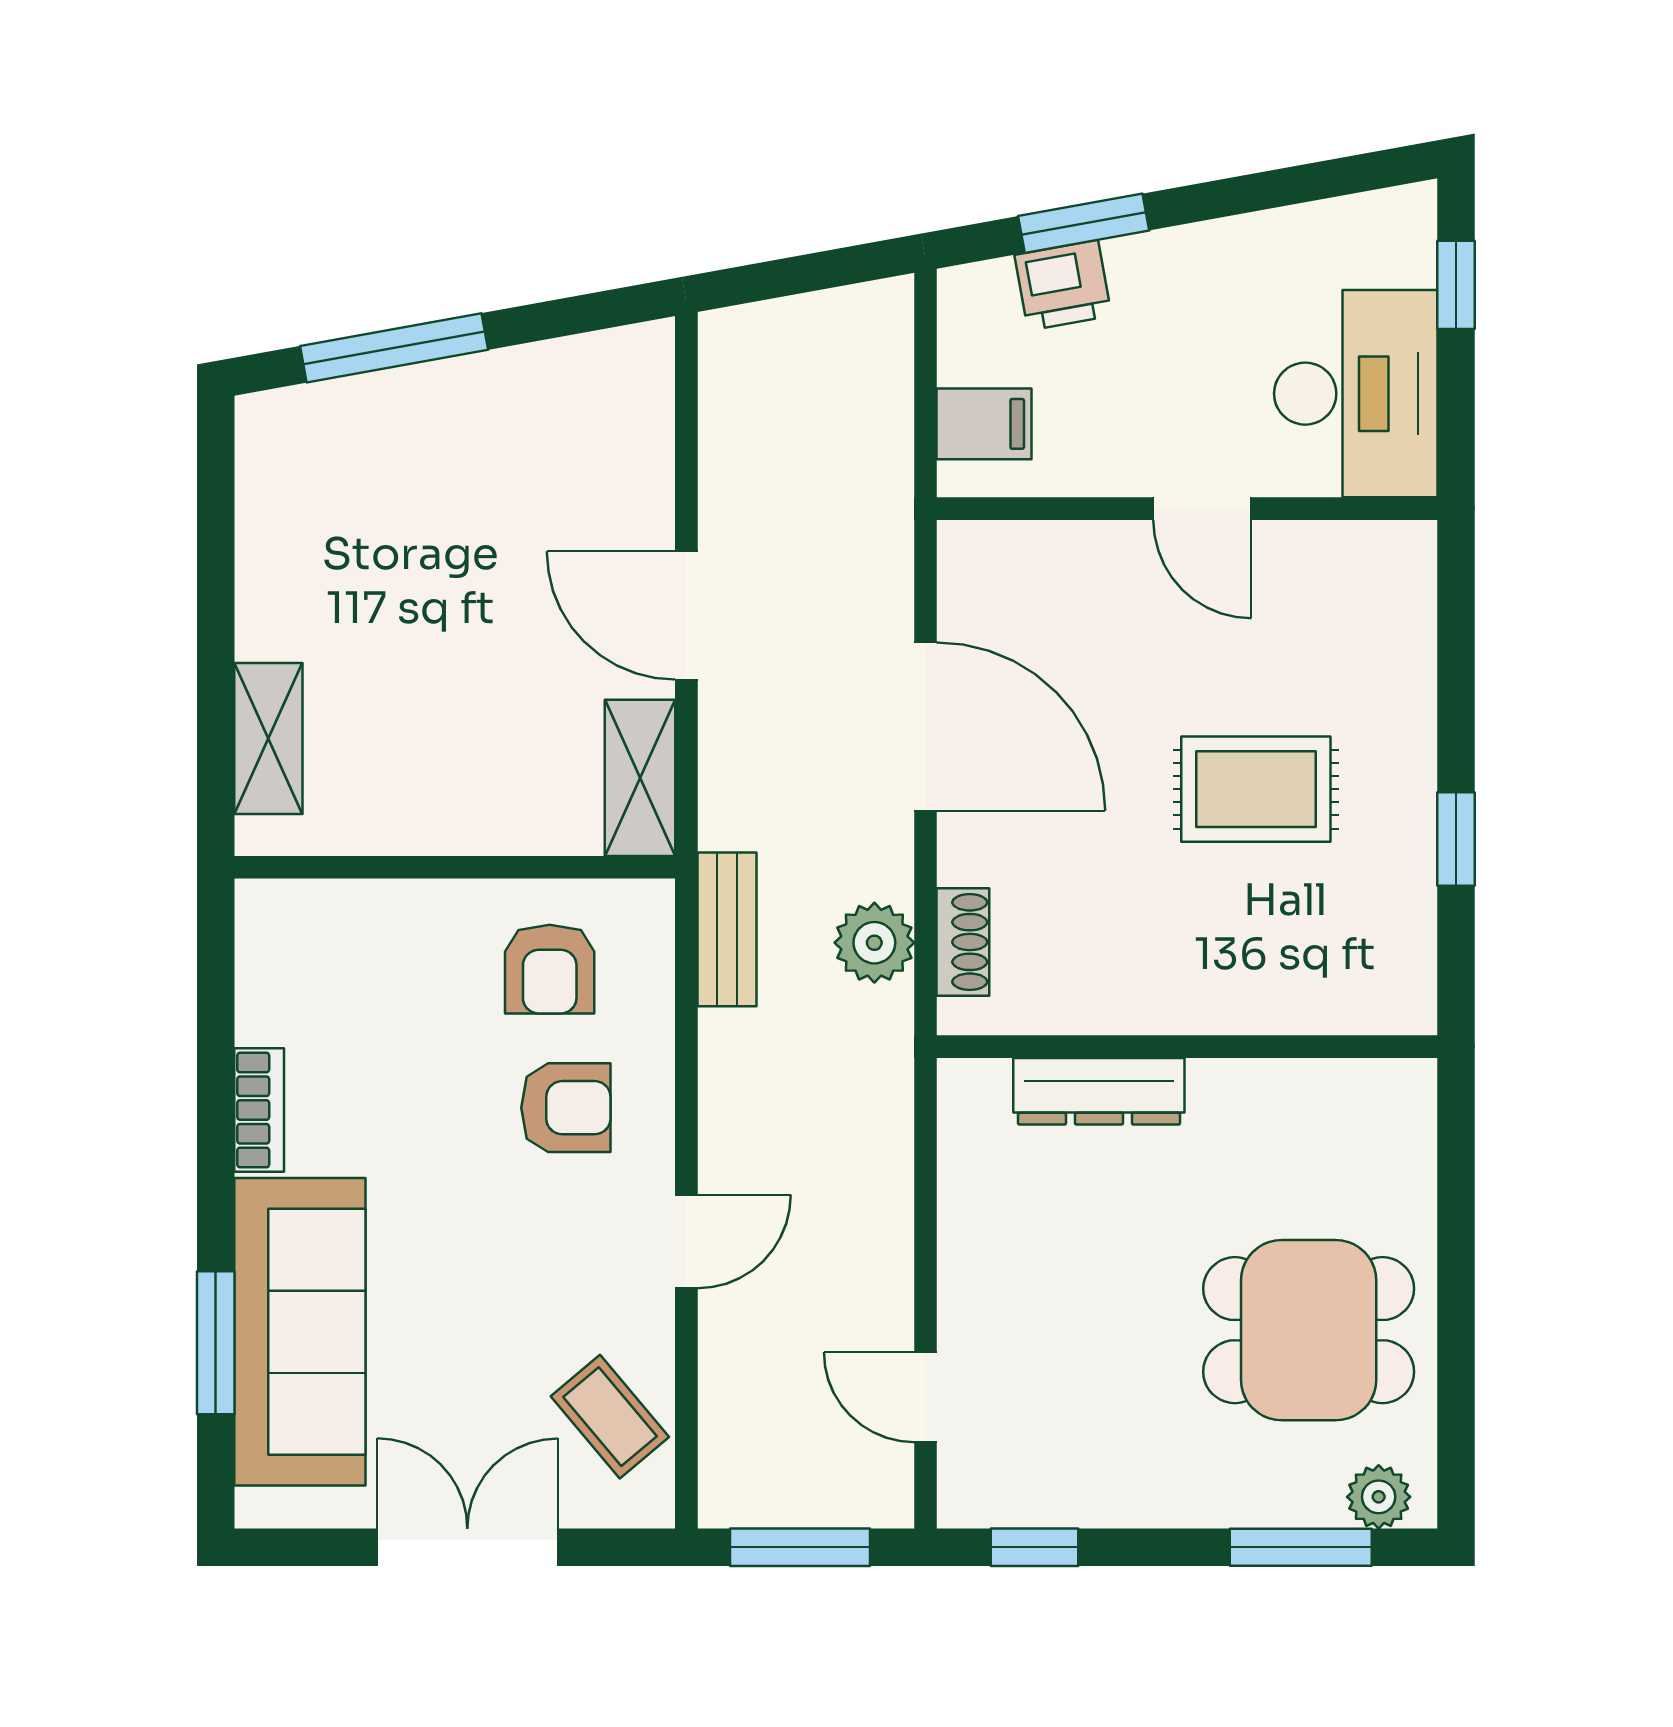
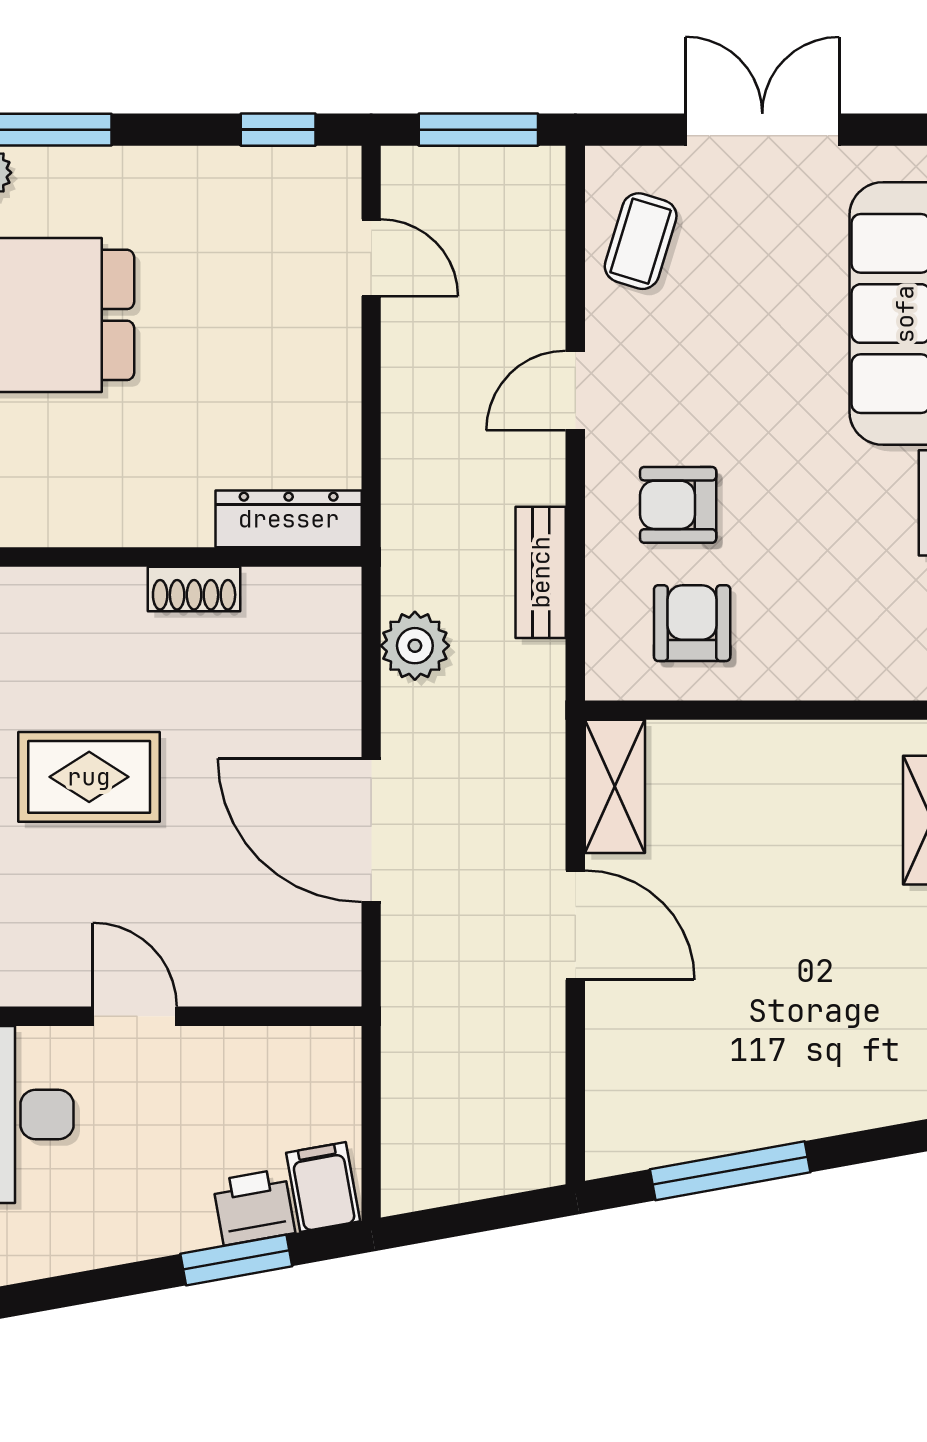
window: (394, 348) -> (730, 1171), moved
filing cabinet: (984, 424) -> (323, 1187), moved, turned 80
bench: (727, 929) -> (541, 572), moved
shoe rack: (963, 942) -> (194, 589), moved, turned -90
dresser: (1099, 1091) -> (289, 519), moved
coffee table: (610, 1417) -> (641, 241), turned 57
double door: (467, 1547) -> (762, 130), swing flipped

